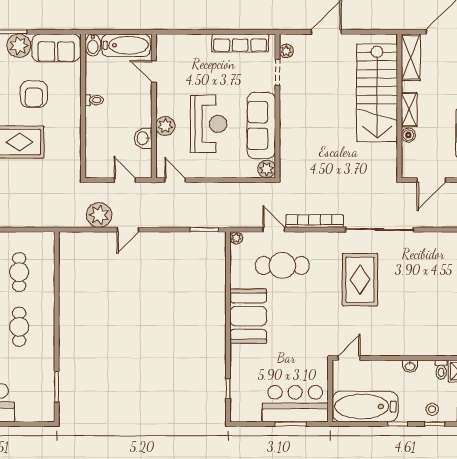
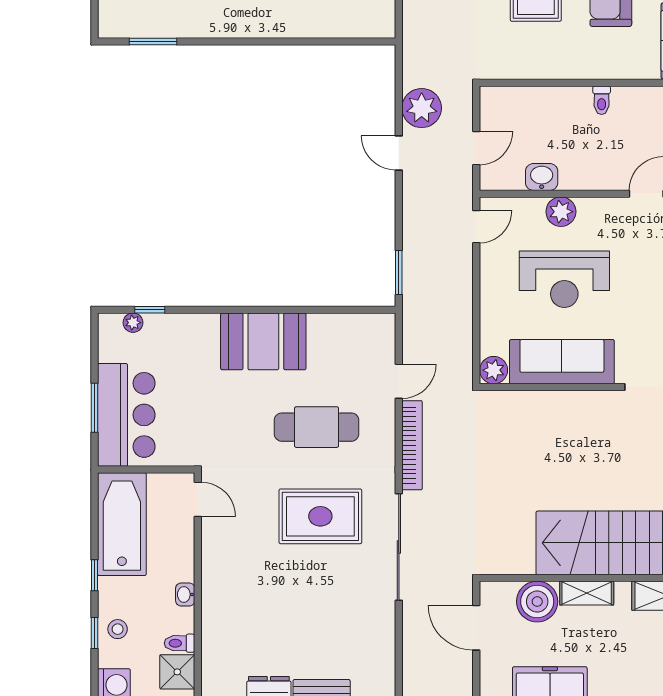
boiler: (408, 135) -> (537, 602), width x1.86, depth x1.86
plant: (236, 238) -> (133, 323), moved
cafe table: (282, 265) -> (317, 427), moved, turned 90

